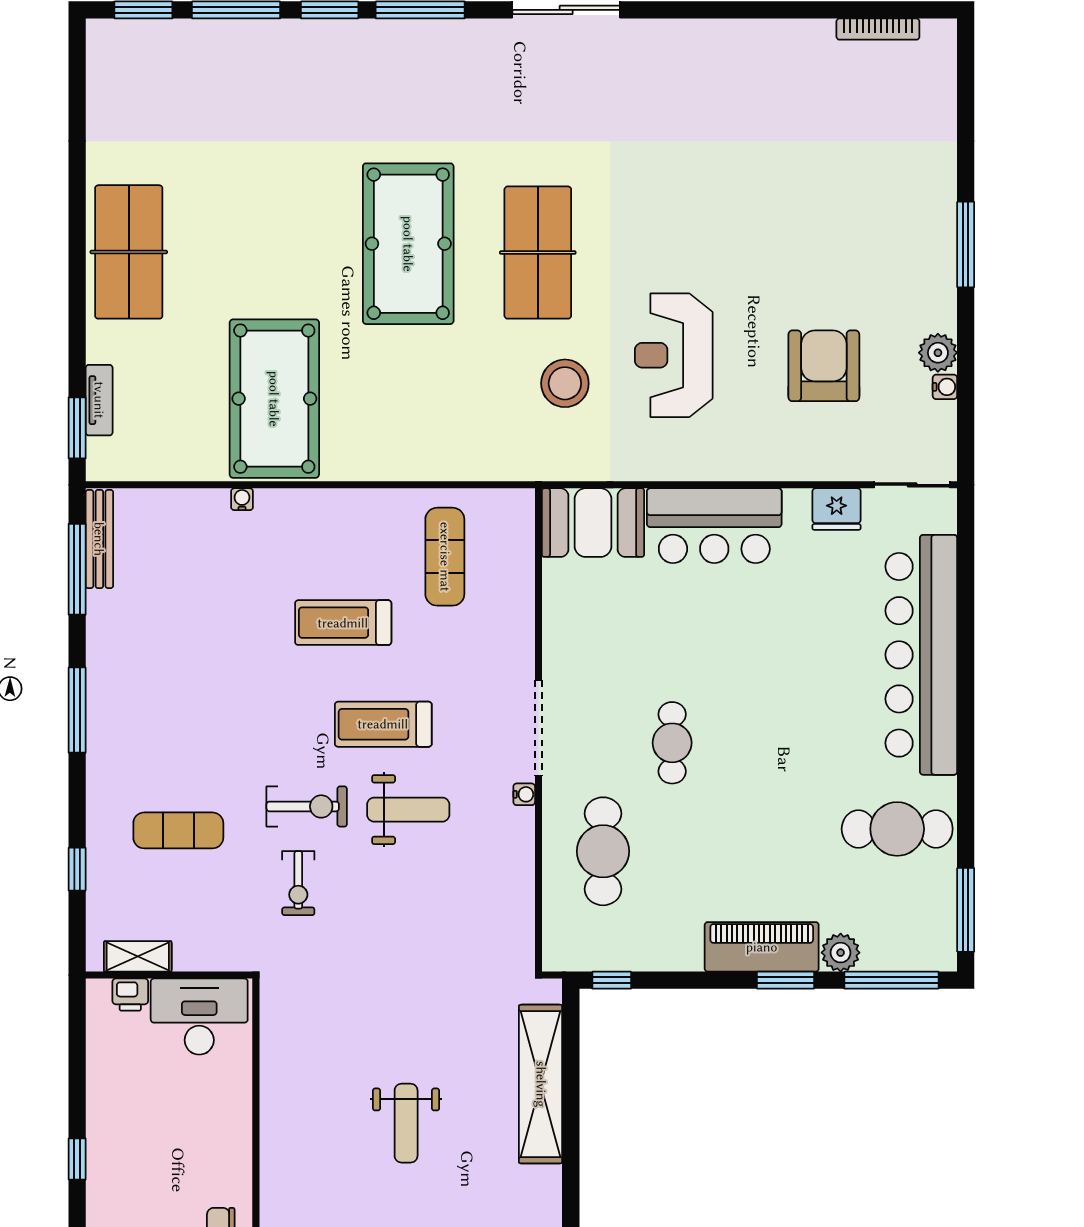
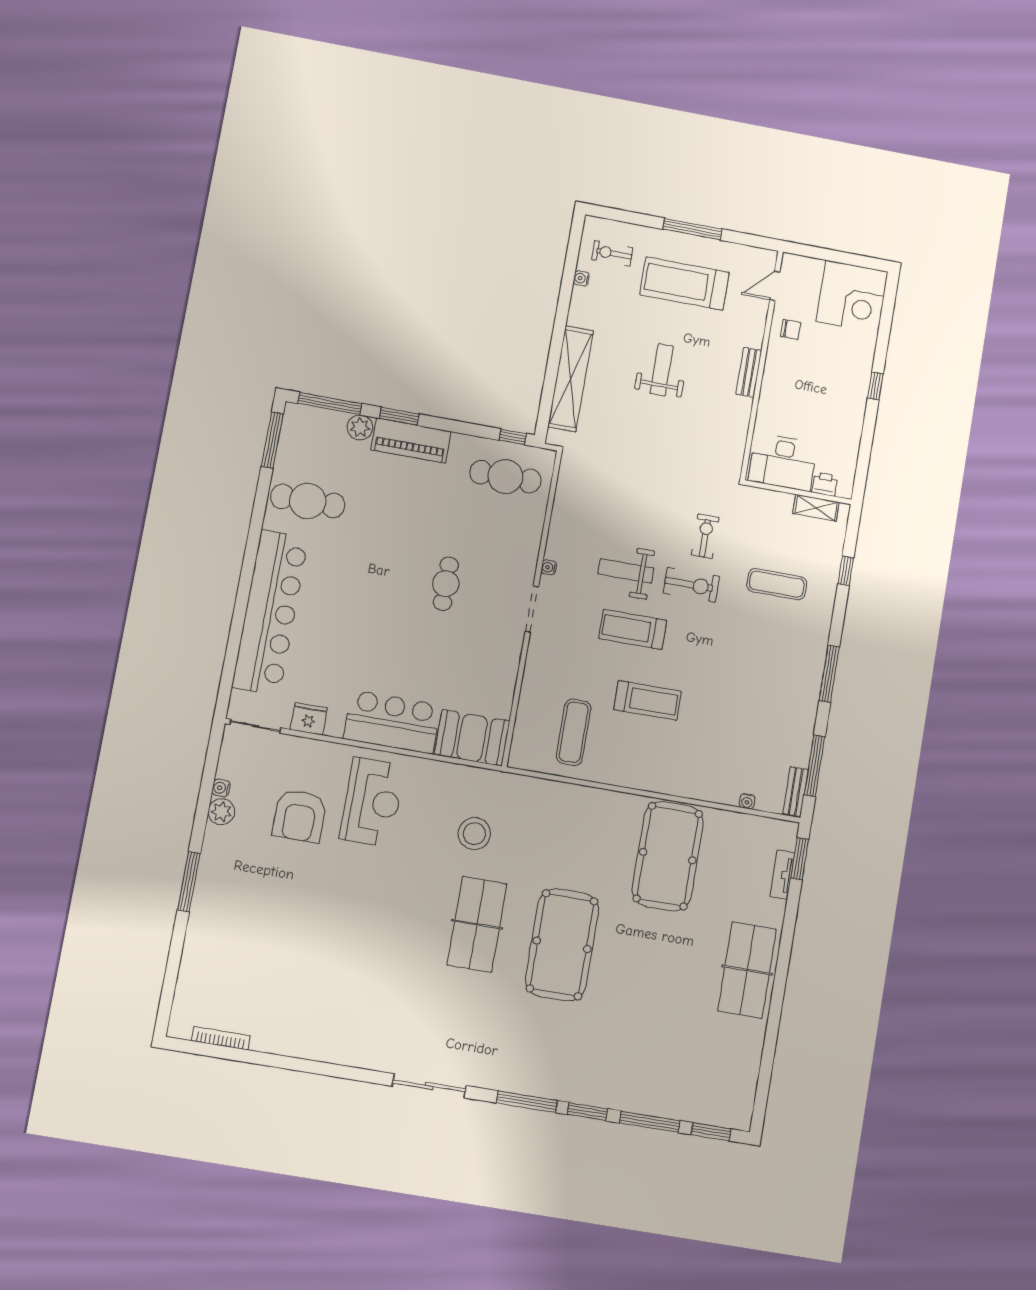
reception desk: (674, 355) -> (372, 802), moved
water cooler: (242, 499) -> (747, 801), moved
bench: (99, 539) -> (796, 792), width x0.73
treadmill: (383, 724) -> (633, 629), turned 180
doorway: (538, 728) -> (532, 609), width x0.73
exercise bike: (307, 806) -> (691, 585), turned 180
cafe table: (603, 851) -> (505, 477), moved, turned 90
bench: (273, 1144) -> (749, 372), added

